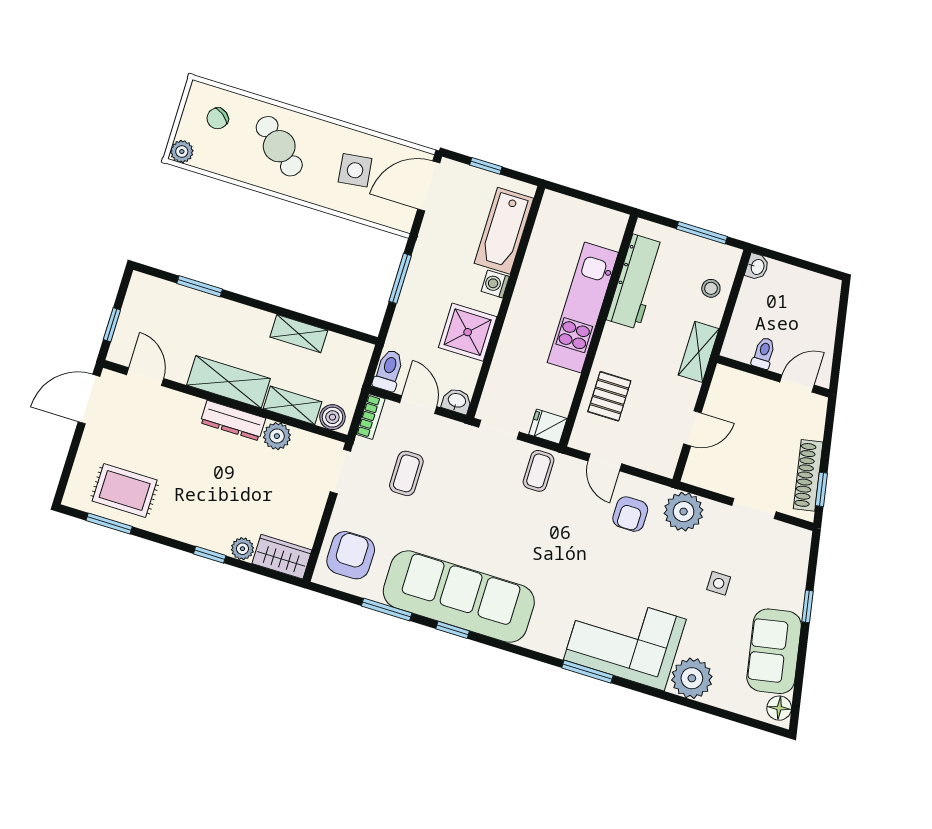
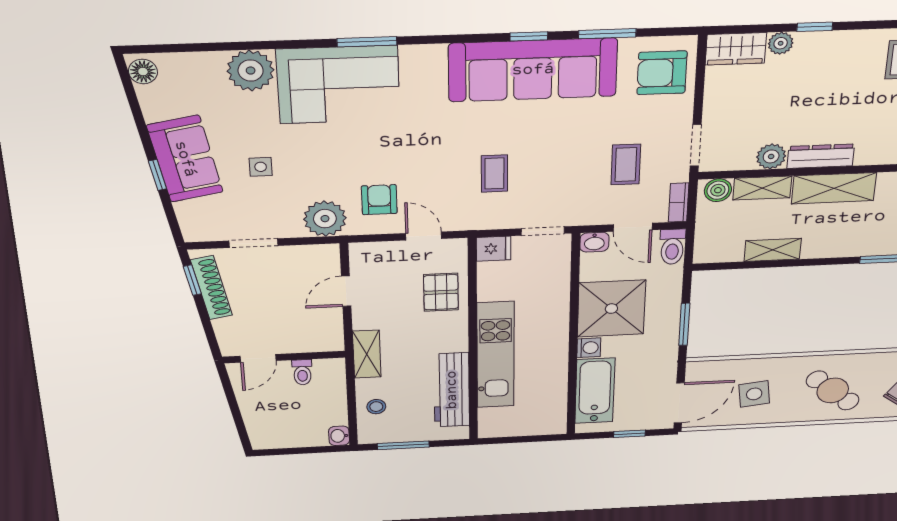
shower: (468, 332) -> (611, 309), width x1.37, depth x1.37
coffee table: (539, 471) -> (494, 173), moved
armchair: (351, 555) -> (662, 73), turned 90
sofa: (774, 651) -> (185, 159), moved

